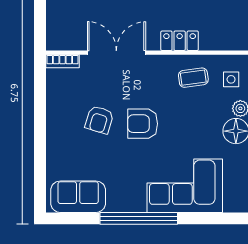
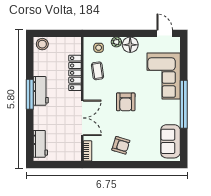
locker: (180, 41) -> (75, 73), width x1.53
double door: (116, 53) -> (82, 118), swing flipped
armchair: (99, 120) -> (121, 145), moved

